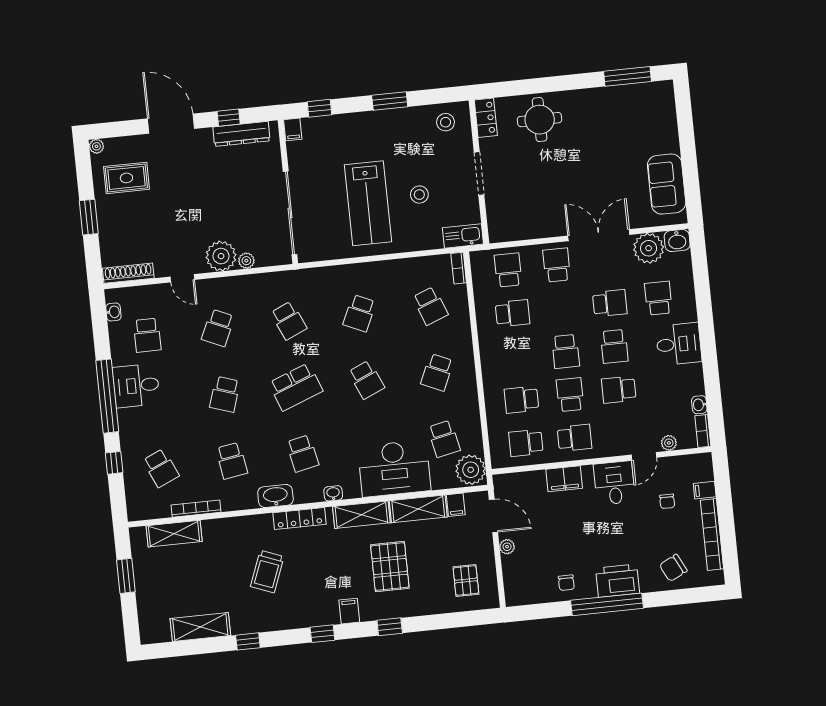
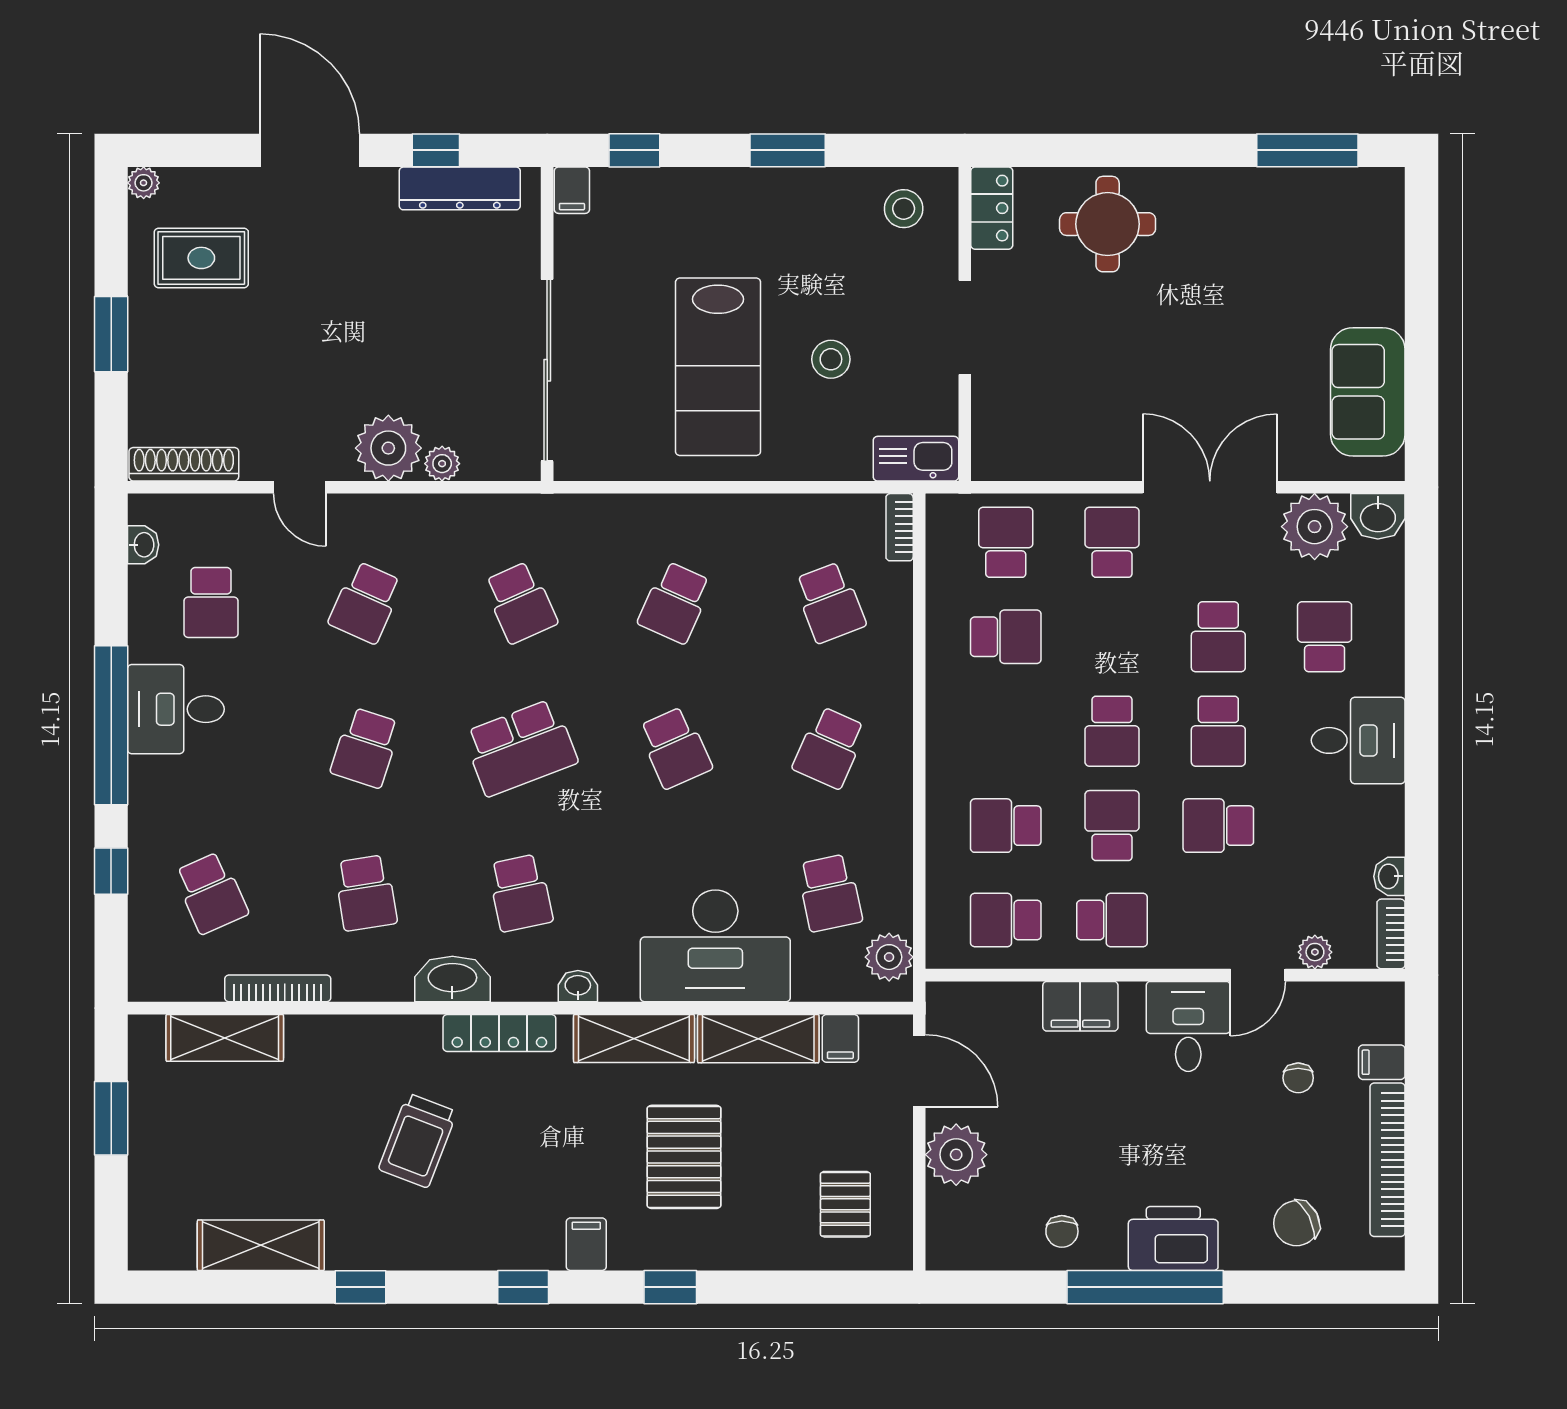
school desk: (610, 303) -> (1218, 637), turned 90
plant: (471, 470) -> (889, 957), width x0.73, depth x0.73
plant: (507, 547) -> (956, 1155), width x1.88, depth x1.88

